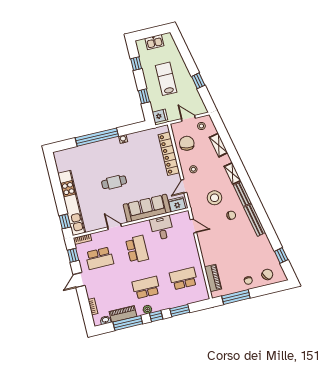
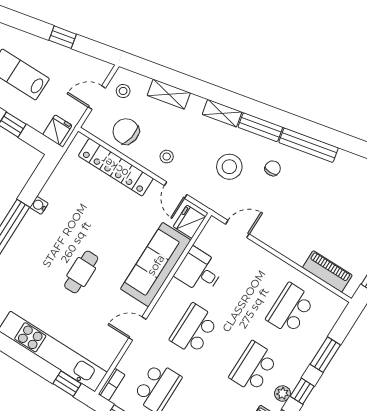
school desk: (137, 249) -> (194, 329), turned -90

